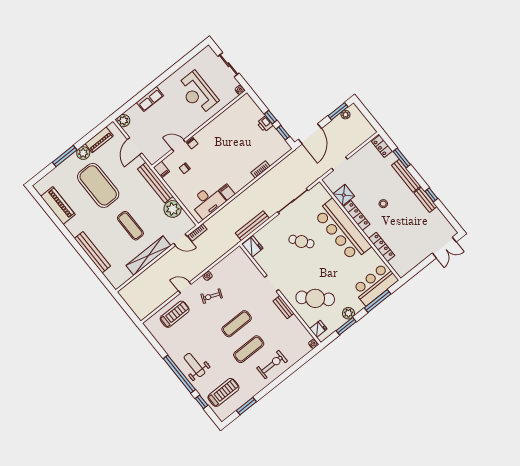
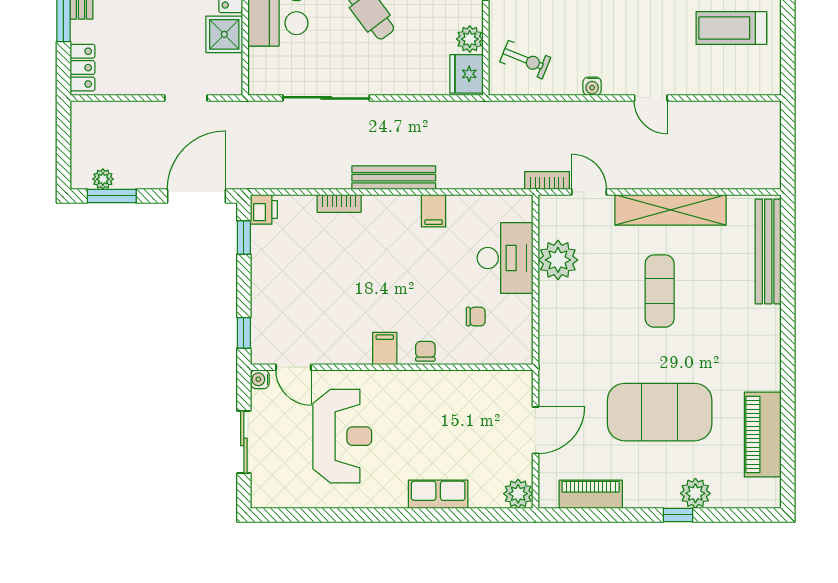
window: (271, 117) -> (244, 333), moved
printer: (265, 124) -> (264, 209), moved
door: (179, 145) -> (293, 367), moved
plant: (83, 153) -> (695, 493), moved
window: (65, 156) -> (678, 515), width x0.46
filing cabinet: (161, 170) -> (385, 349), moved
bench: (155, 183) -> (551, 334), removed
exercise mat: (98, 185) -> (660, 412), turned 90
desk: (207, 201) -> (505, 258), moved, turned 90
bench: (252, 226) -> (394, 178), moved
bench: (92, 252) -> (768, 251), moved
plant: (261, 259) -> (470, 39), added
exercise bike: (212, 296) -> (525, 60), moved
treadmill: (175, 314) -> (731, 28), moved

